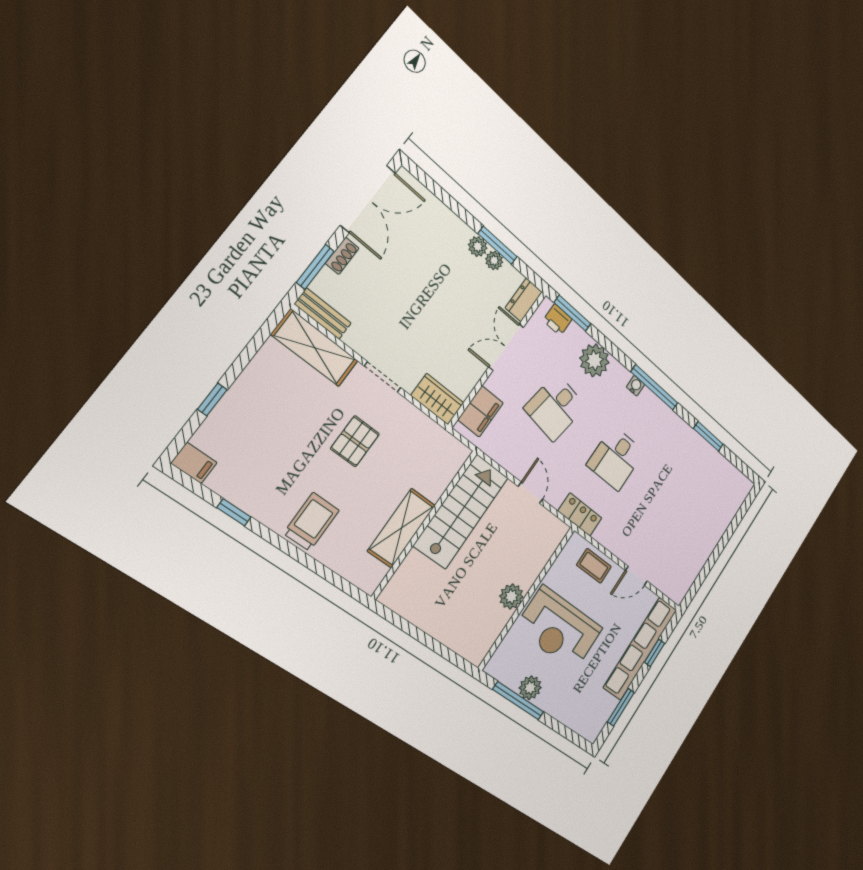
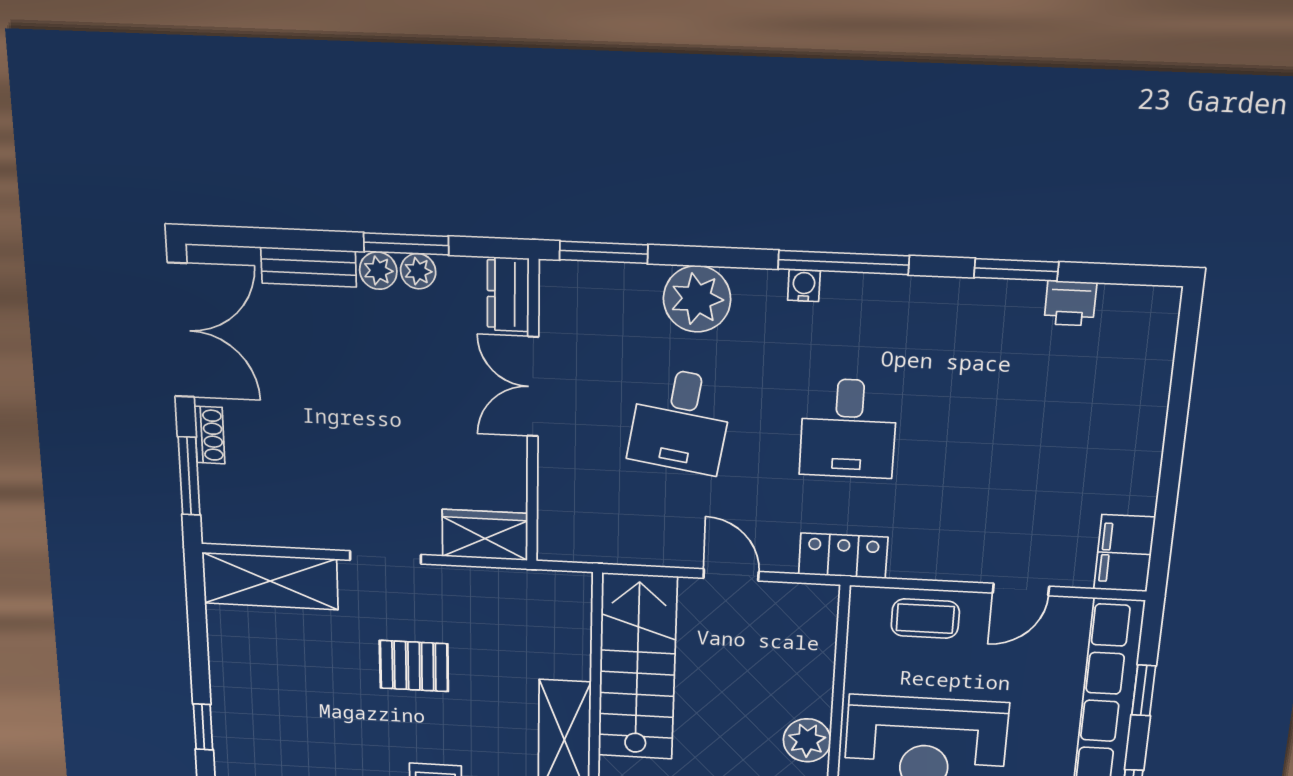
bench: (323, 314) -> (309, 267), moved
printer: (557, 320) -> (1070, 303), moved
filing cabinet: (481, 411) -> (1124, 553), moved, turned 180
pallet: (355, 441) -> (414, 666), turned 90

